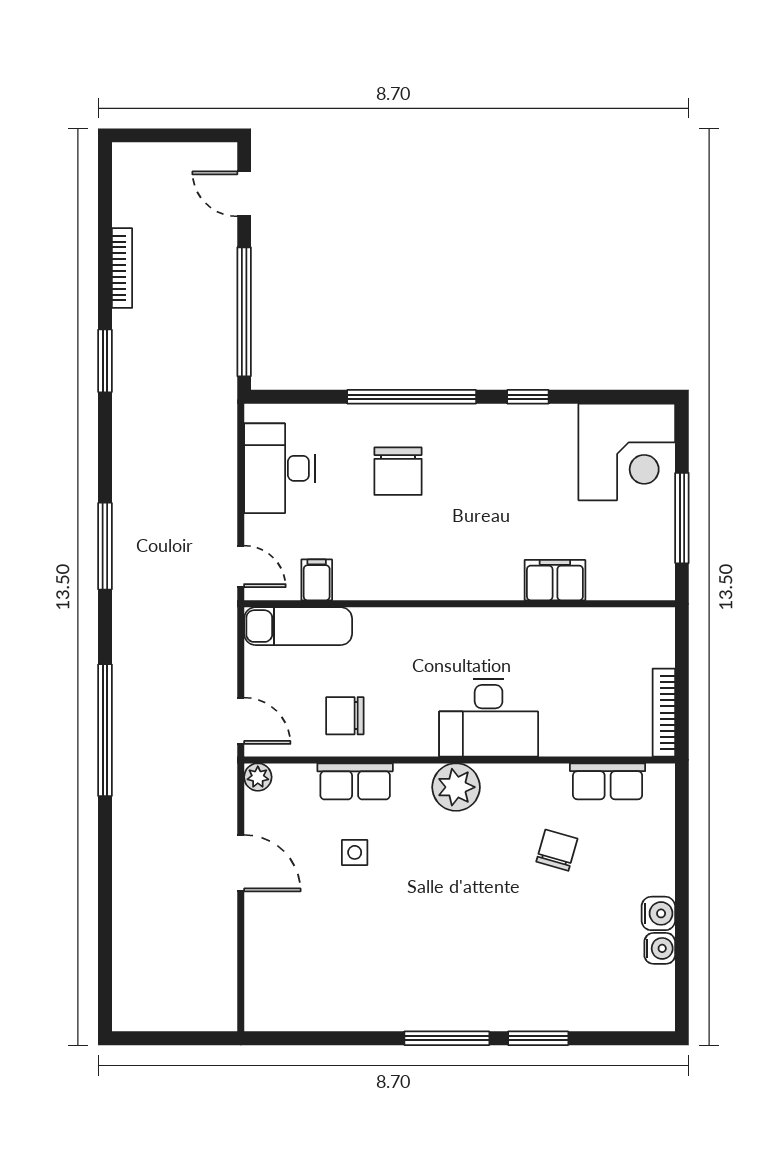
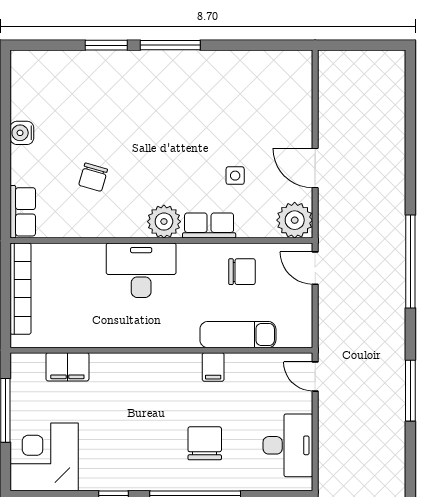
filing cabinet: (317, 580) -> (213, 367), moved
filing cabinet: (555, 580) -> (67, 367), moved
exam couch: (298, 626) -> (238, 335), moved
bookcase: (664, 713) -> (20, 289), width x1.48, depth x1.31
plant: (258, 777) -> (295, 220), width x1.87, depth x1.87
row of seats: (355, 781) -> (209, 226), moved
row of seats: (608, 781) -> (23, 212), moved, turned 90
water cooler: (660, 948) -> (21, 108), removed

